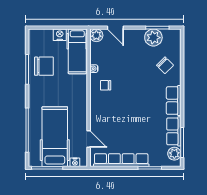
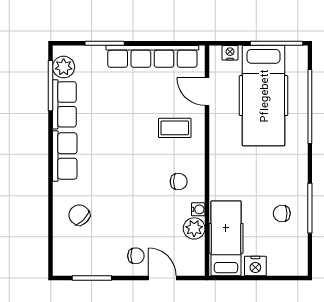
plant: (96, 35) -> (194, 228), moved
plant: (153, 38) -> (99, 261), removed
chair: (131, 41) -> (136, 256), added
chair: (44, 66) -> (282, 213), width x0.54, depth x0.54
coffee table: (108, 117) -> (175, 128), added

